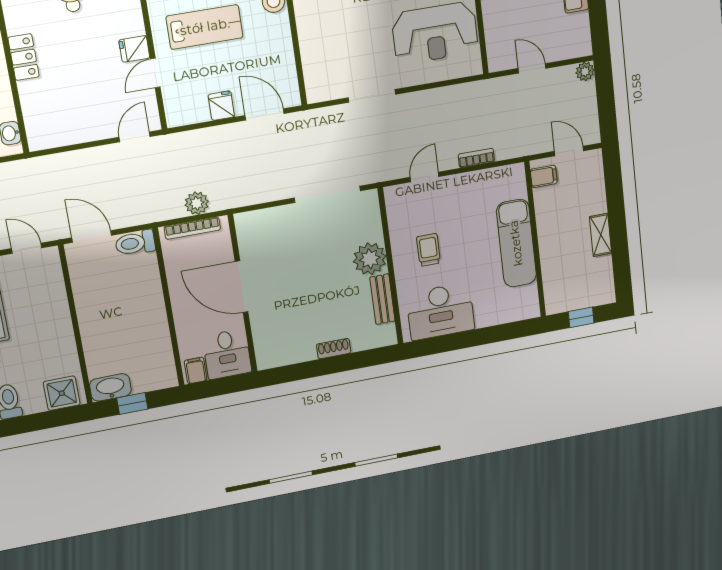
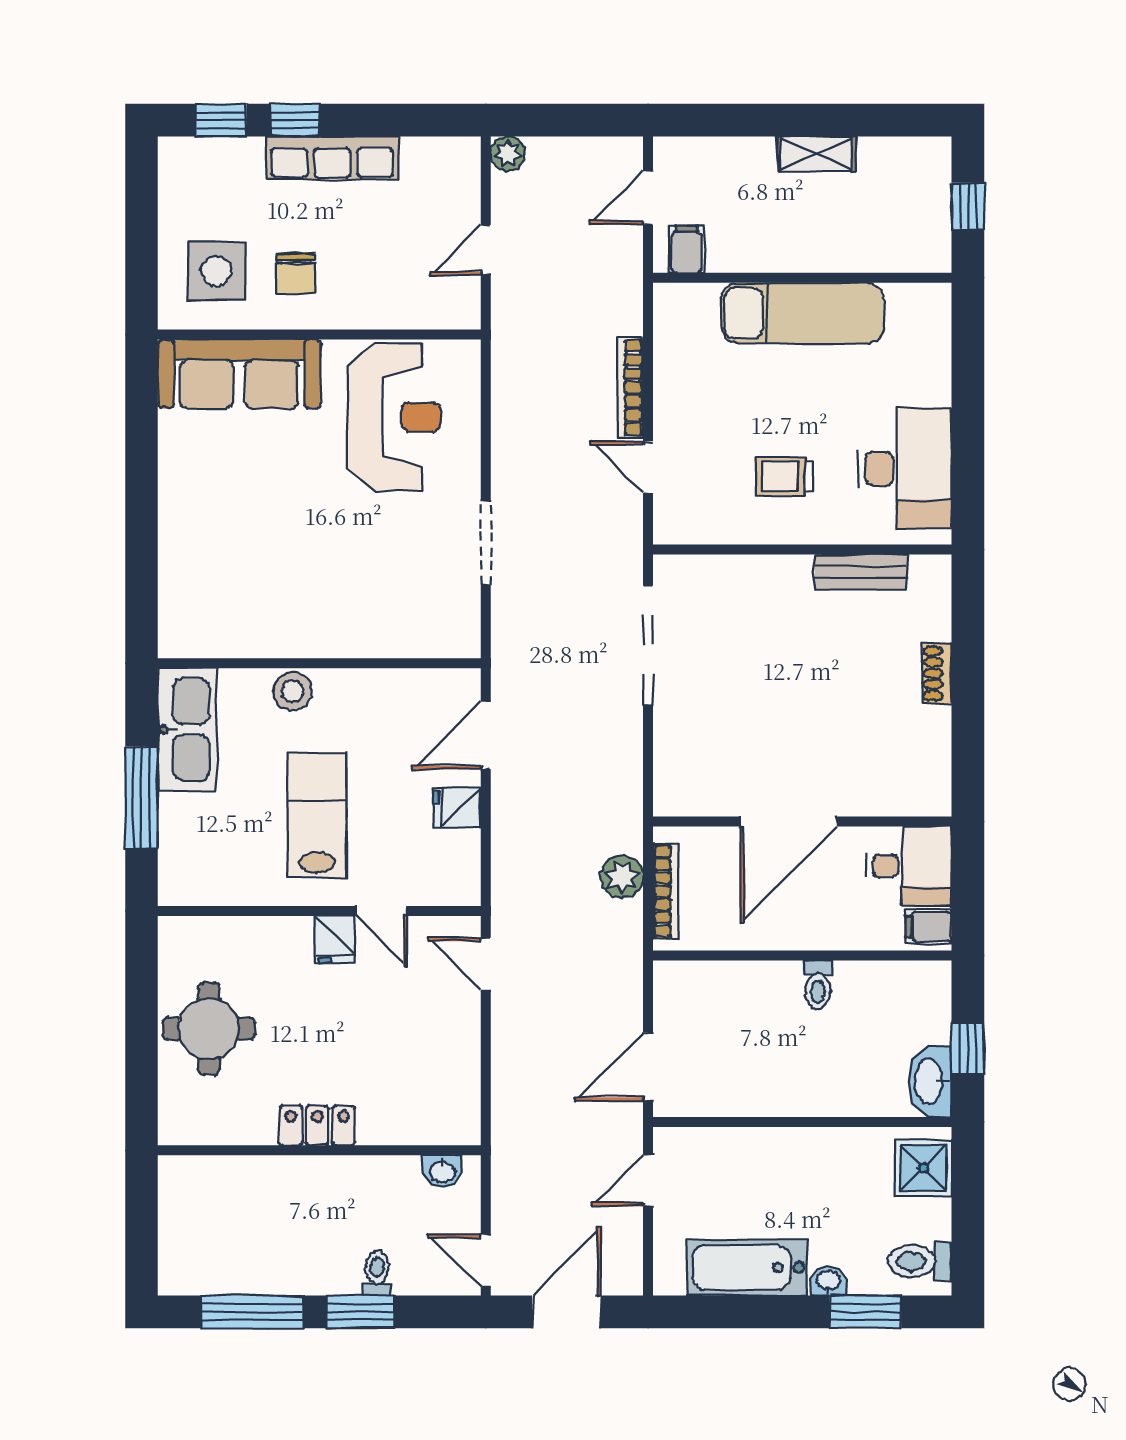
bookcase: (476, 158) -> (630, 387), width x1.56
toilet: (135, 243) -> (818, 985), moved, width x0.73, depth x0.72
plant: (370, 259) -> (781, 585), removed

